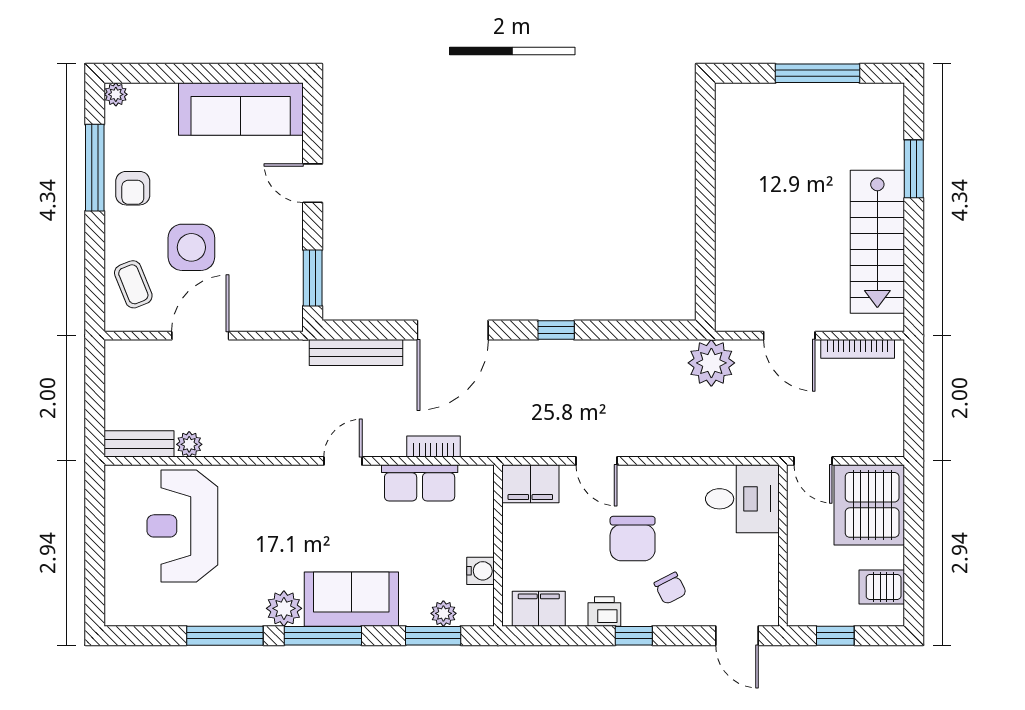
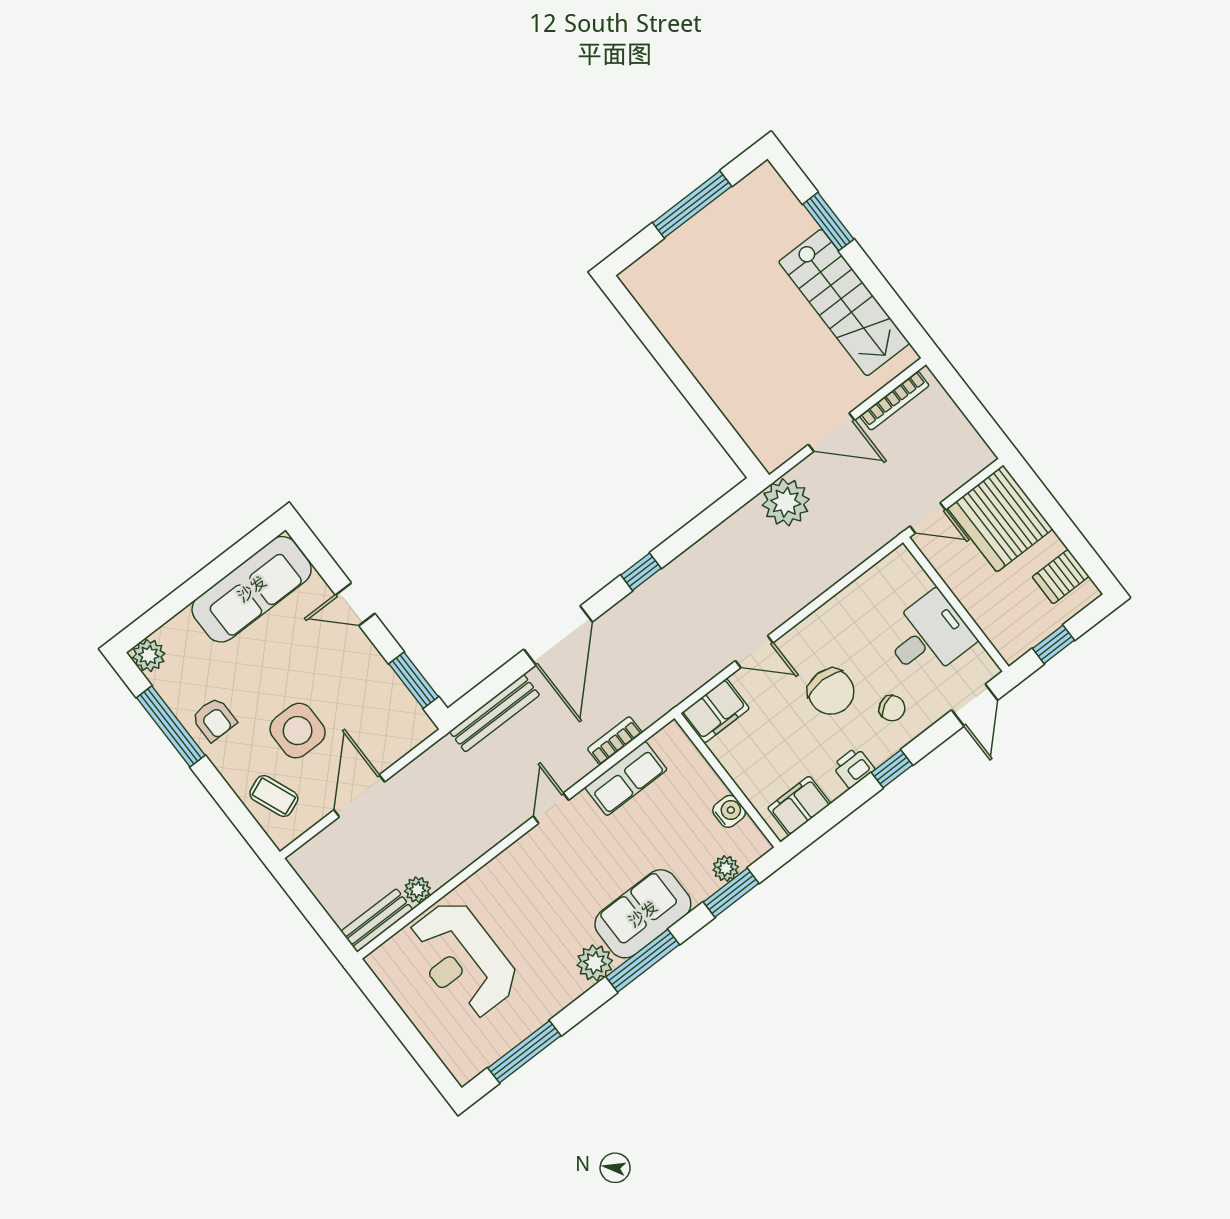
plant: (116, 94) -> (149, 655), width x1.38, depth x1.38
desk: (742, 499) -> (929, 636), moved
window: (225, 636) -> (524, 1052), moved
door: (737, 636) -> (975, 705), hinge flipped

